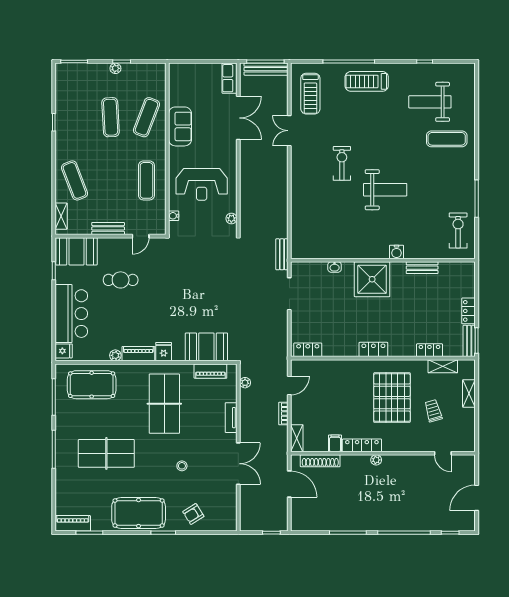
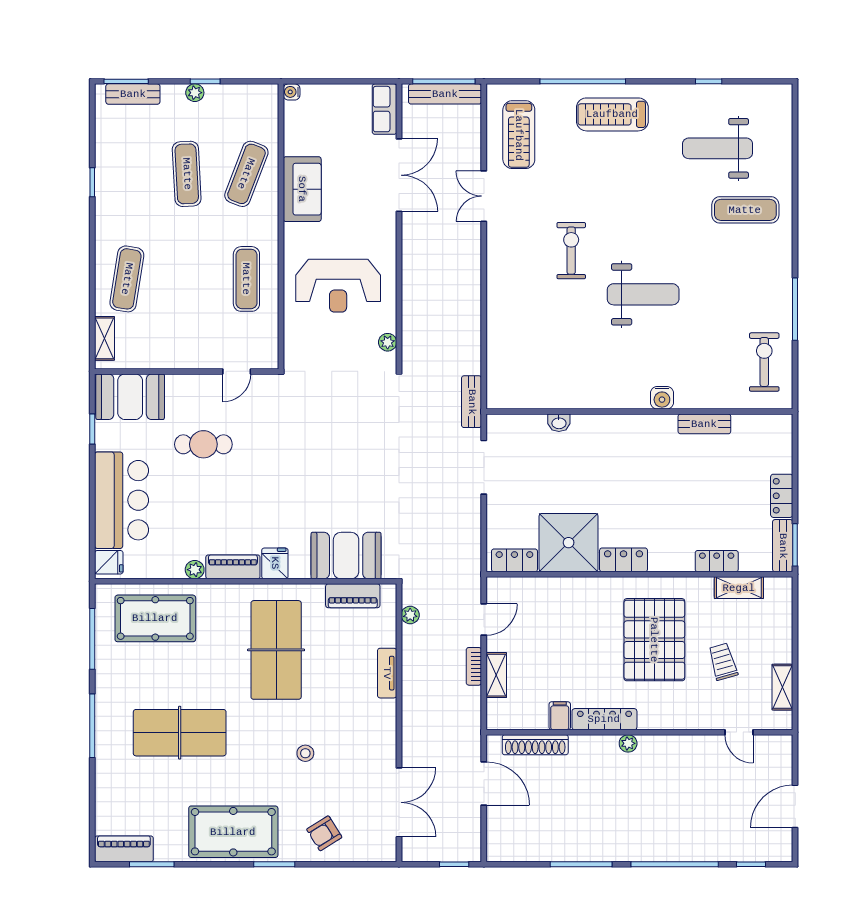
exercise mat: (75, 180) -> (127, 279), turned 30
water cooler: (174, 216) -> (292, 92), moved
bench: (108, 228) -> (133, 94), moved
shower: (372, 279) -> (569, 543), moved
shelving: (469, 393) -> (782, 687), moved
shelving: (297, 438) -> (496, 675), moved
double door: (238, 464) -> (399, 802), moved

